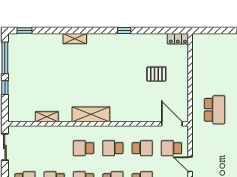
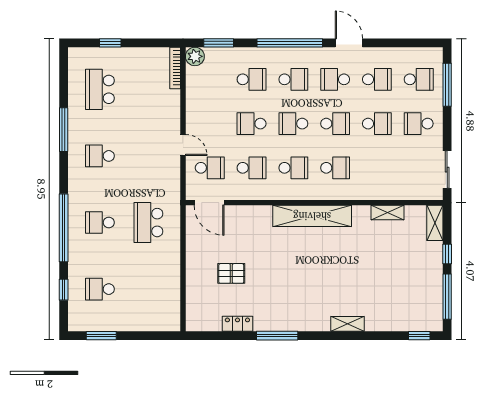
window: (124, 31) -> (277, 336), width x2.17
locker: (178, 39) -> (237, 324), moved
shelving: (13, 110) -> (435, 223), added
shelving: (91, 114) -> (312, 216), width x1.47
school desk: (142, 148) -> (252, 168), turned 180

